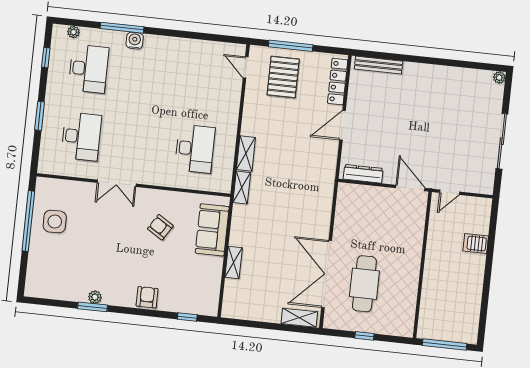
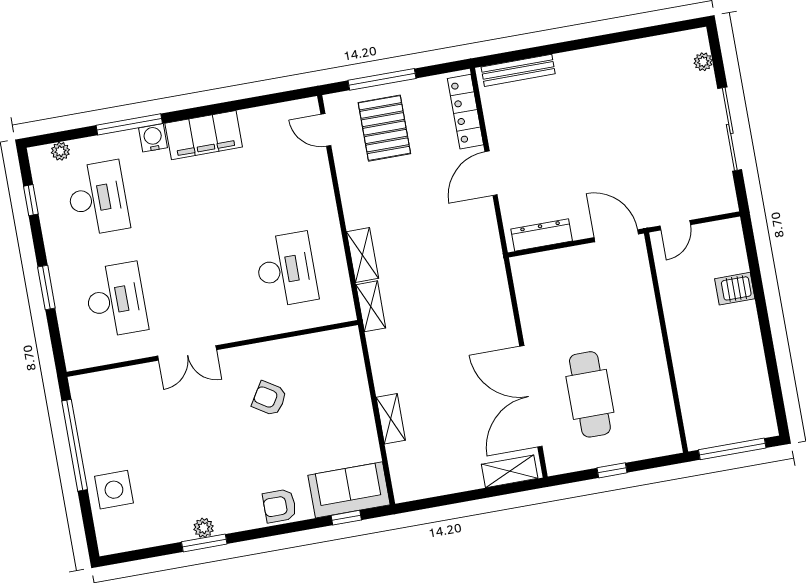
filing cabinet: (167, 48) -> (204, 135), added
plant: (499, 78) -> (703, 62), moved
side table: (55, 222) -> (114, 490), moved
sofa: (212, 230) -> (349, 490), moved, turned 90
armchair: (147, 297) -> (280, 506), turned -90

